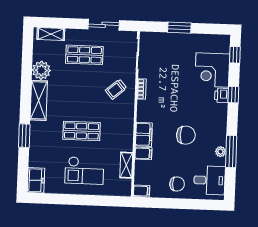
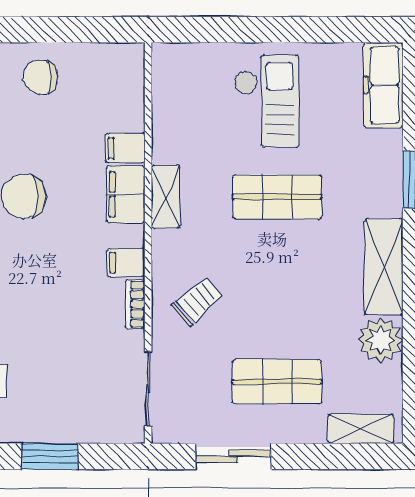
shelving: (126, 165) -> (166, 197), moved
checkout: (84, 171) -> (267, 101), turned 90
freezer: (36, 180) -> (383, 85), width x1.40
filing cabinet: (142, 191) -> (126, 262), moved

